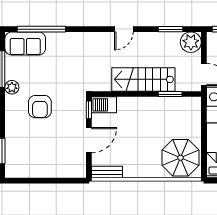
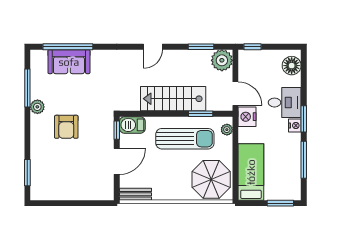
sofa: (25, 43) -> (69, 62), moved
plant: (196, 109) -> (227, 130), added
sun lounger: (155, 118) -> (185, 139), added

